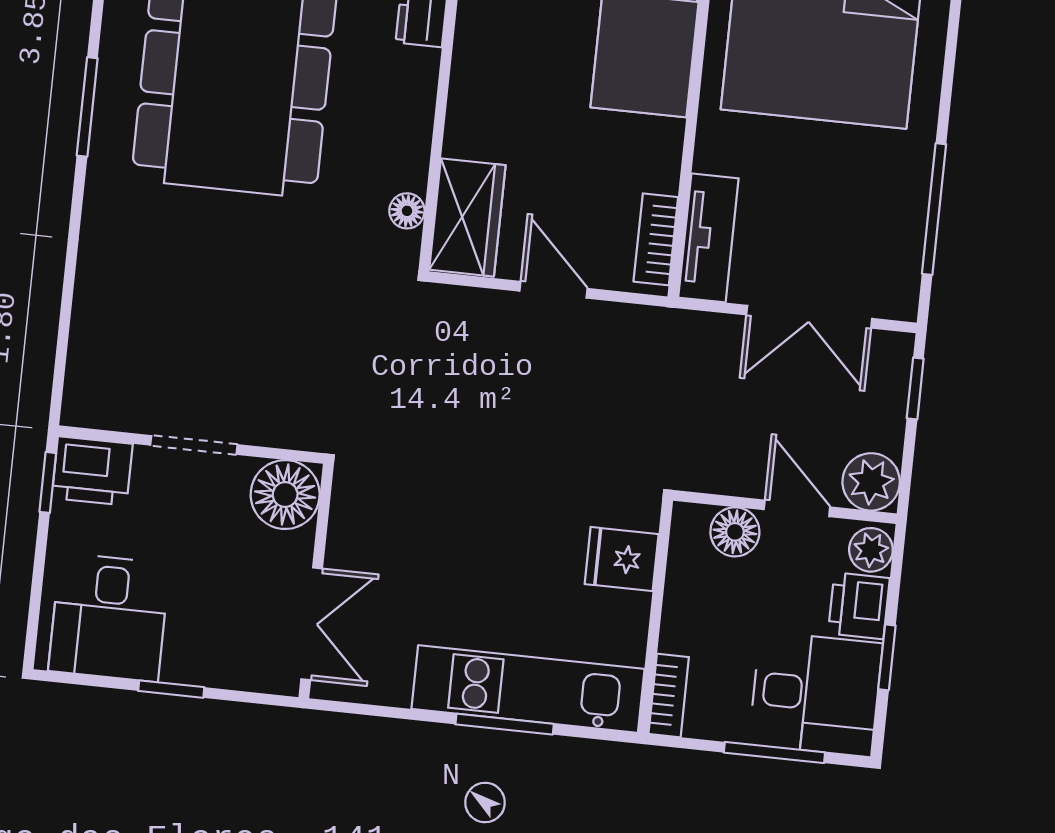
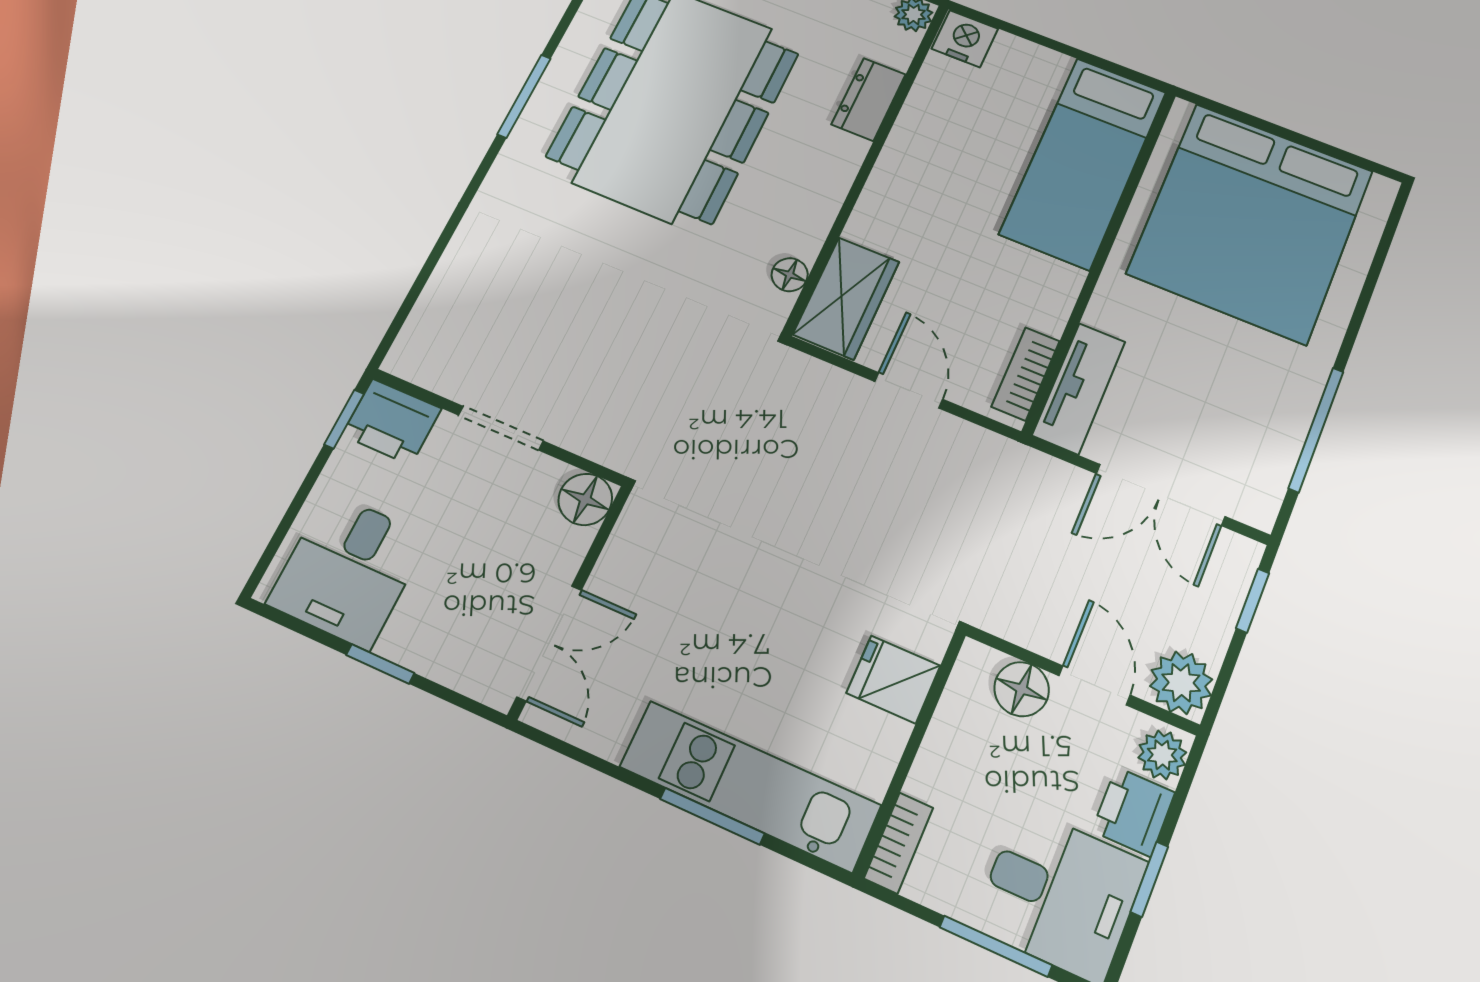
floor lamp: (285, 495) -> (585, 499), width x0.73, depth x0.73

